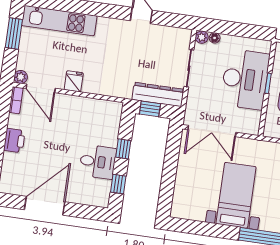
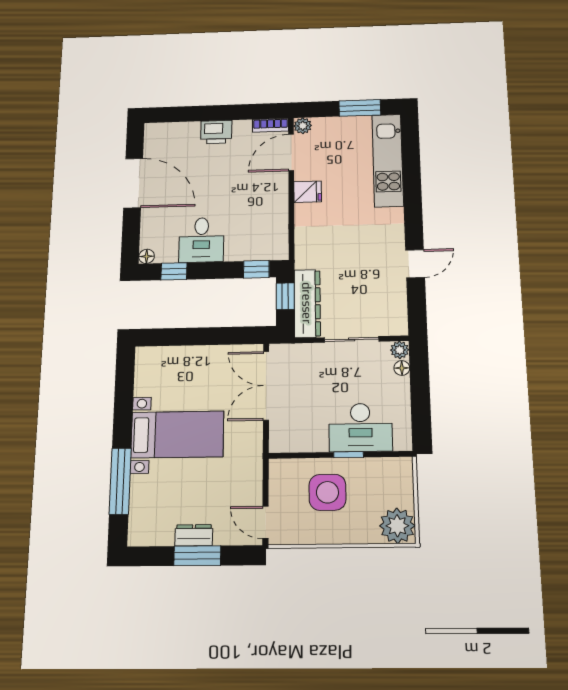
desk: (245, 79) -> (360, 427), width x0.73, depth x0.77
window: (123, 149) -> (256, 269), moved
floor lamp: (104, 202) -> (147, 256), added

